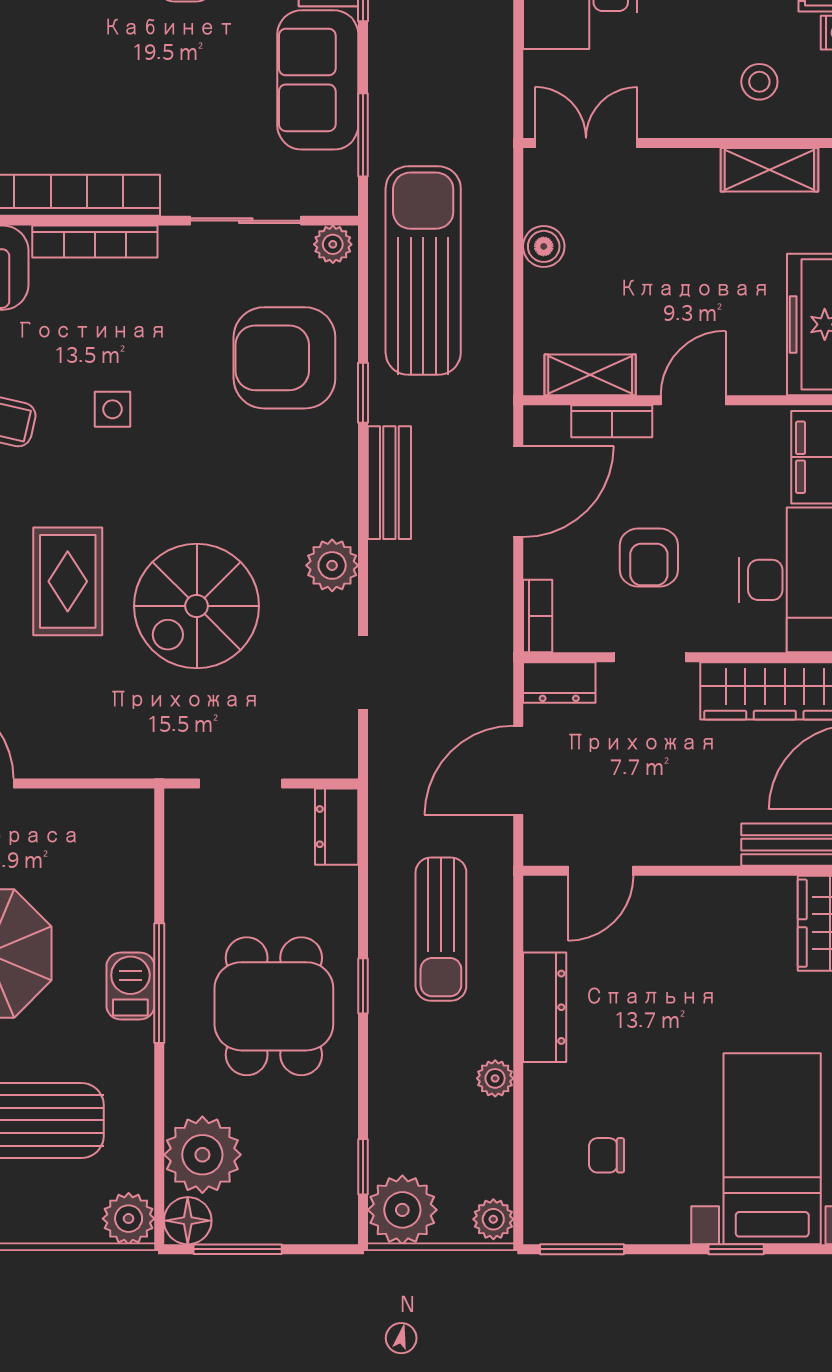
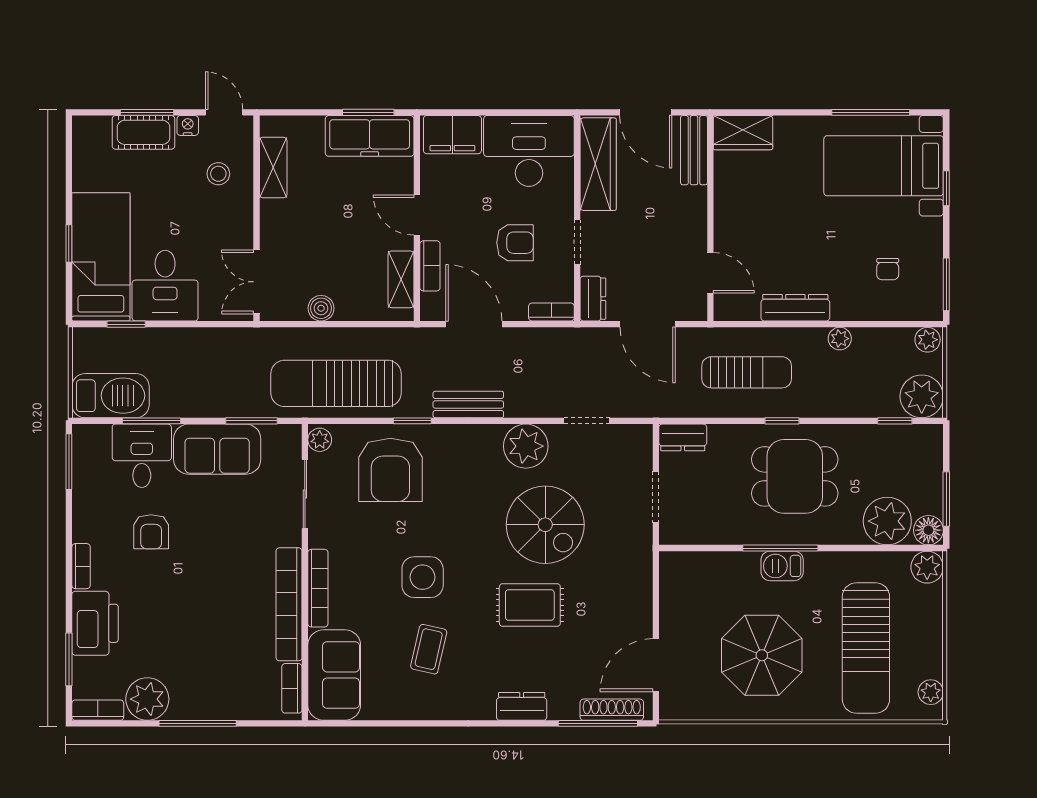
side table: (113, 409) -> (423, 577), width x1.87, depth x1.87
plant: (332, 565) -> (526, 446), width x1.36, depth x1.36

